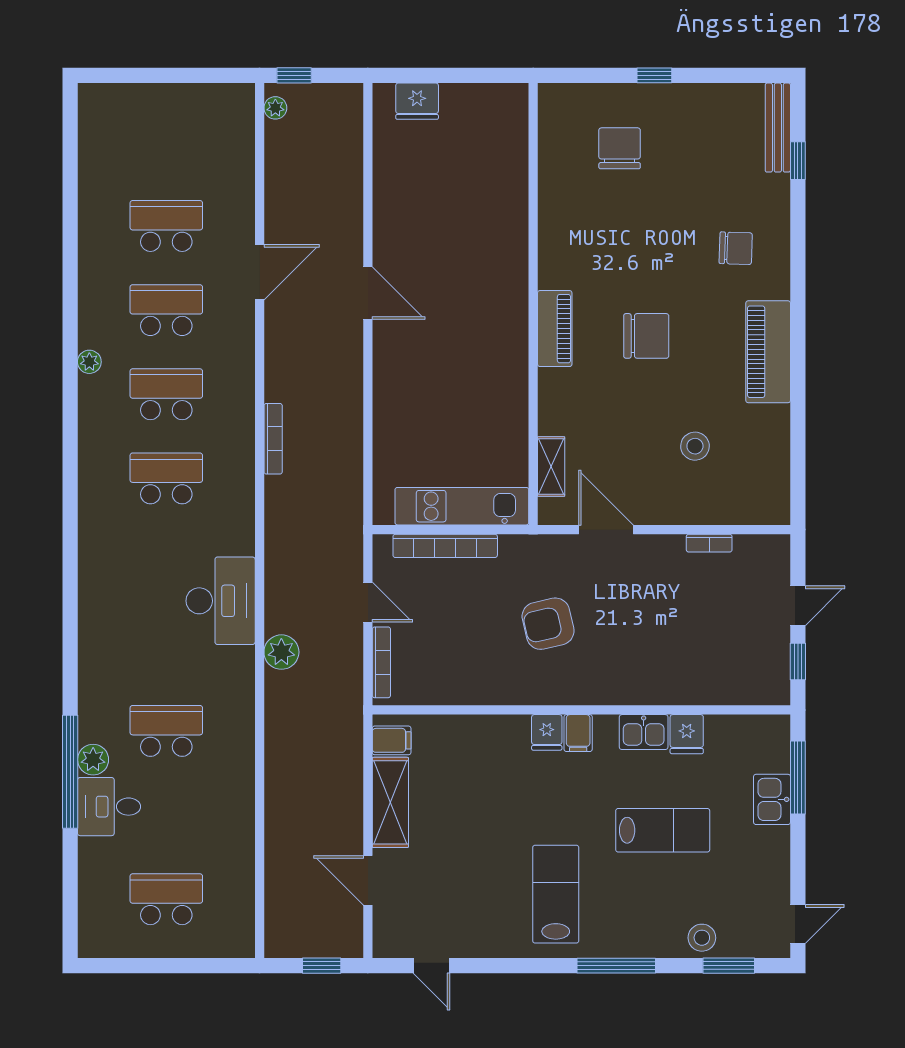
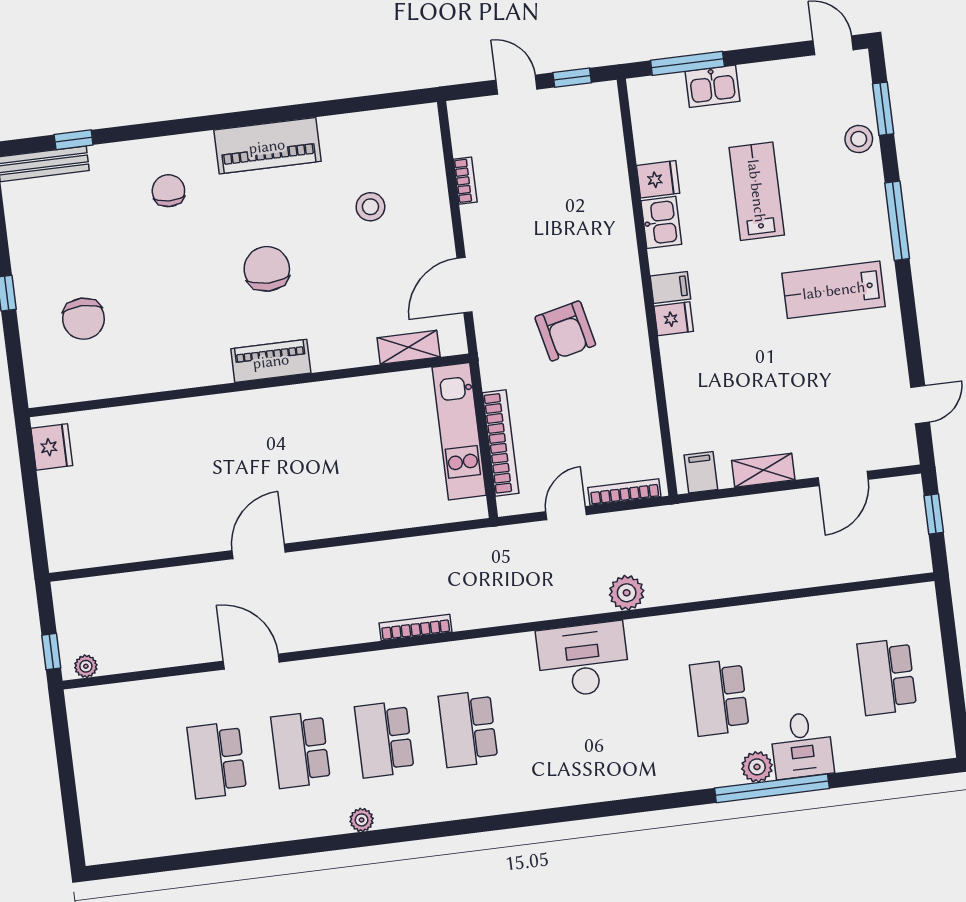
fridge: (417, 101) -> (52, 447), moved
chair: (620, 148) -> (83, 319), turned -90
shelving: (390, 802) -> (763, 470), width x0.67, depth x0.75

